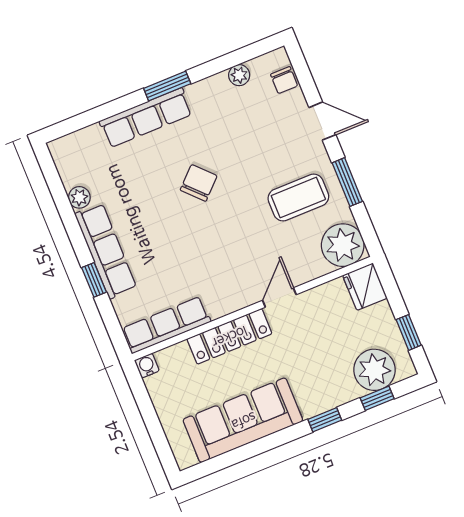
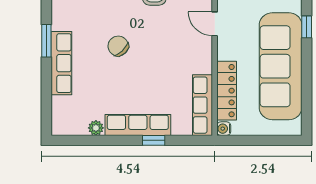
locker: (229, 336) -> (227, 91), moved
sofa: (243, 420) -> (281, 66), width x1.36, depth x1.27

